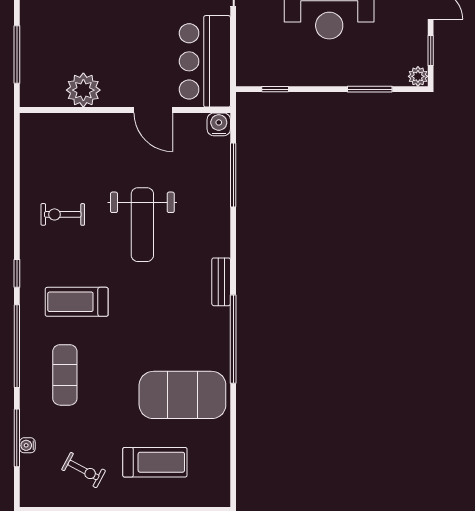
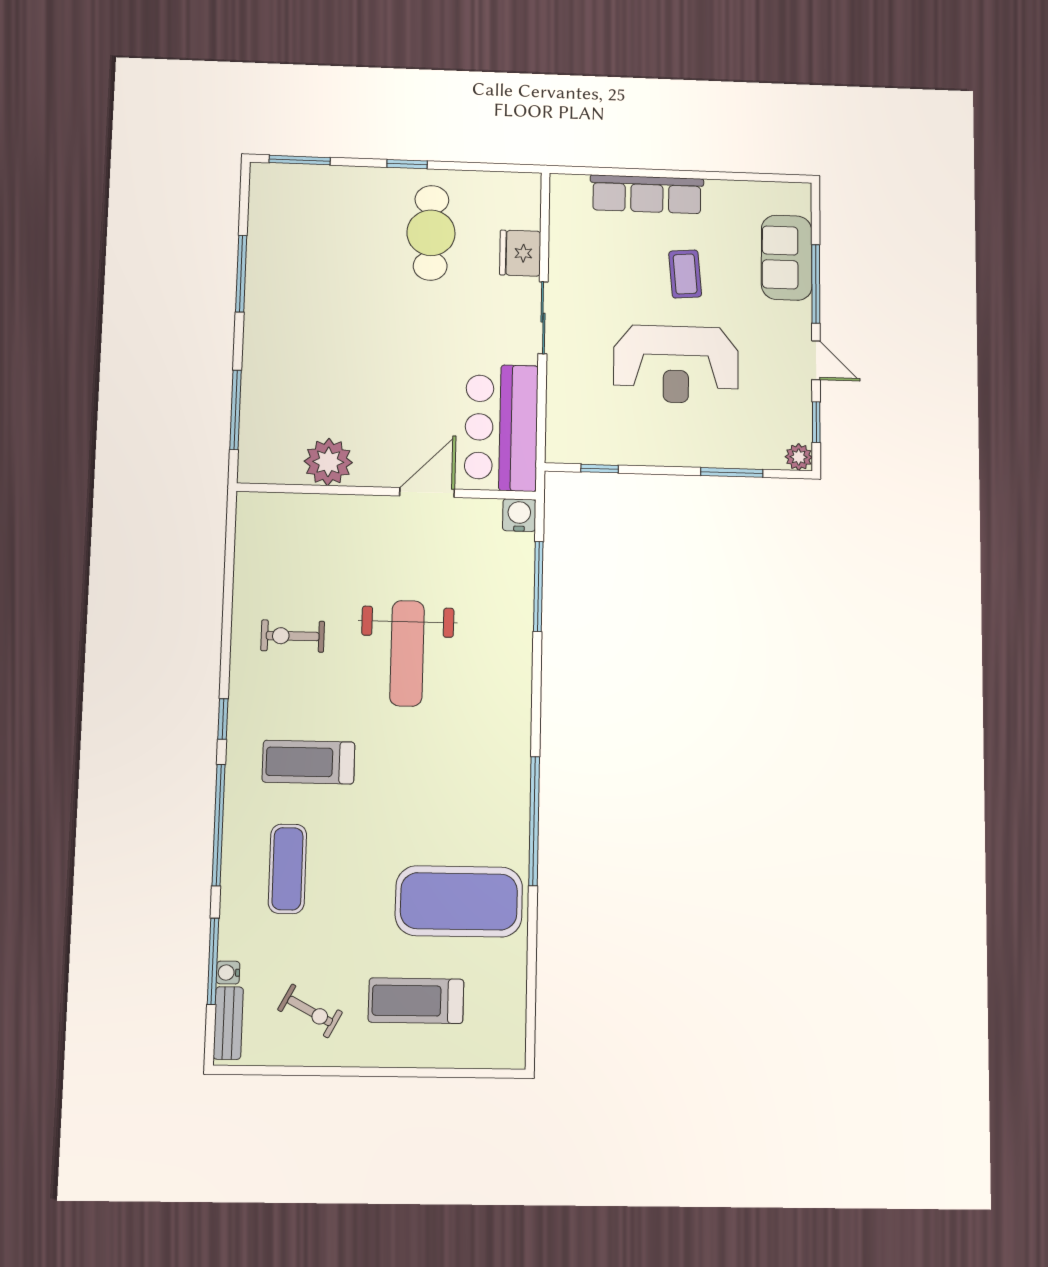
door: (153, 110) -> (427, 493), swing flipped
bench: (221, 282) -> (228, 1023), moved
treadmill: (155, 462) -> (416, 1001), turned 180

